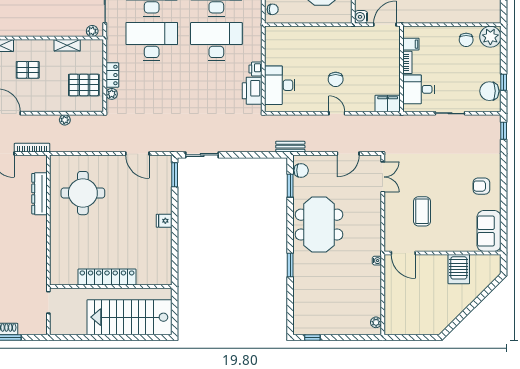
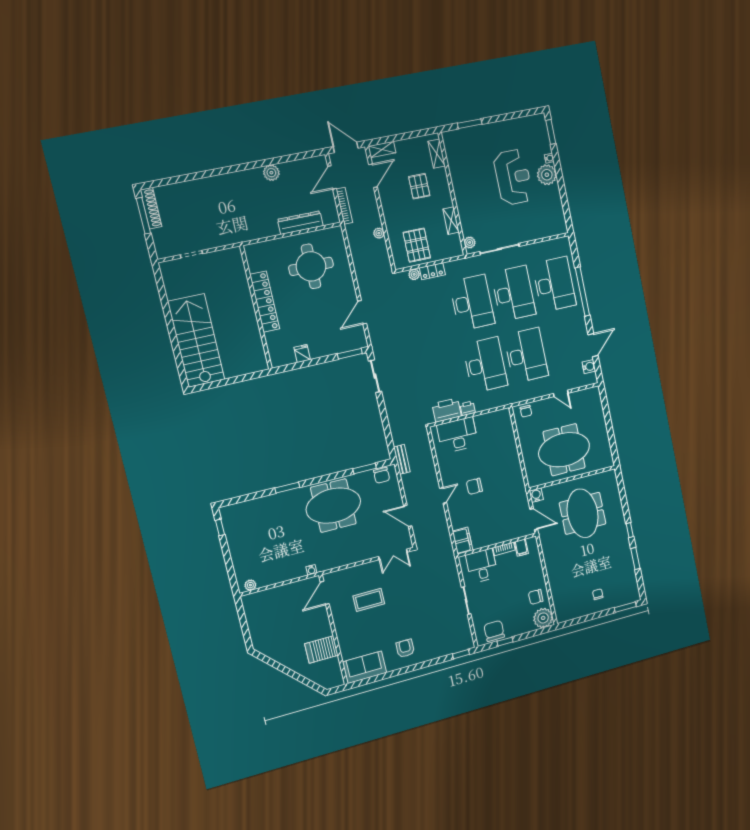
locker: (107, 277) -> (265, 302), moved
wall: (111, 287) -> (256, 308), moved

